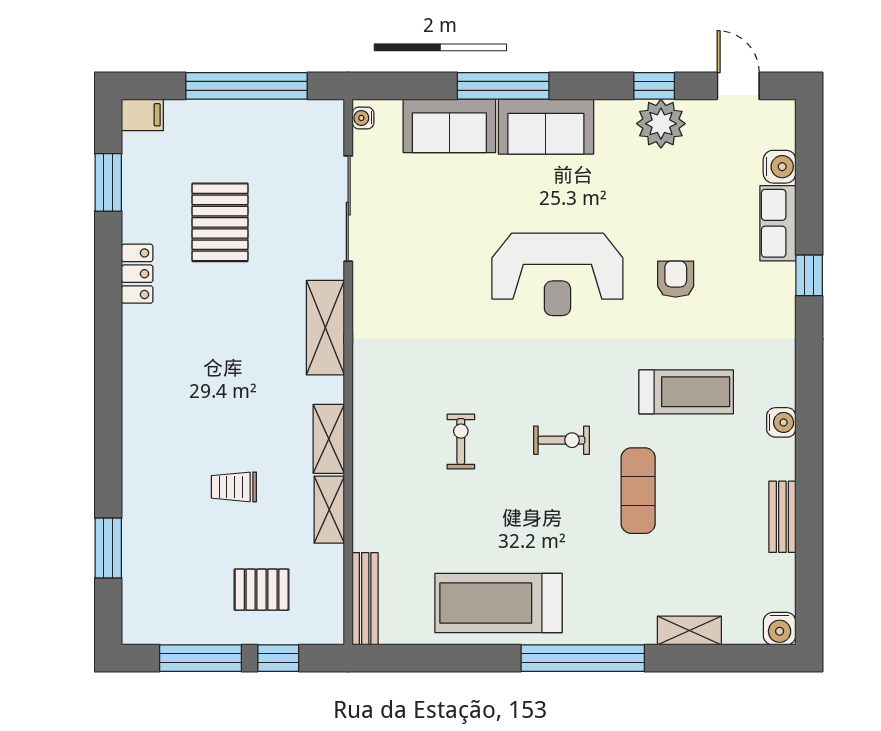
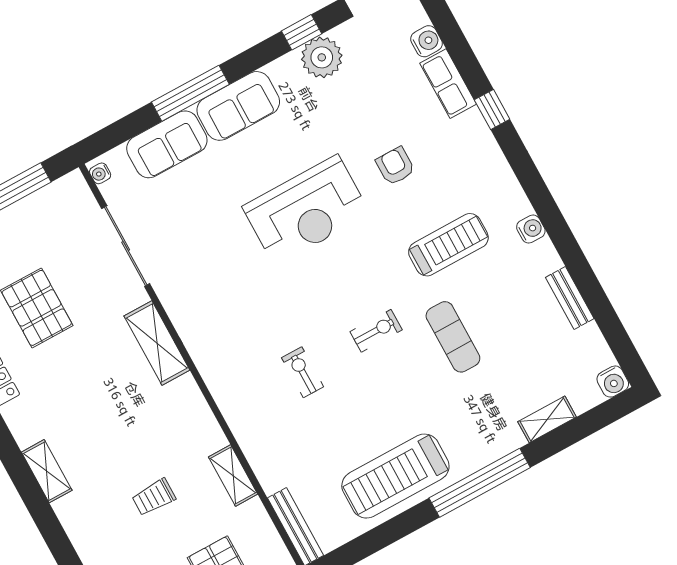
shelving: (329, 439) -> (47, 471), moved

